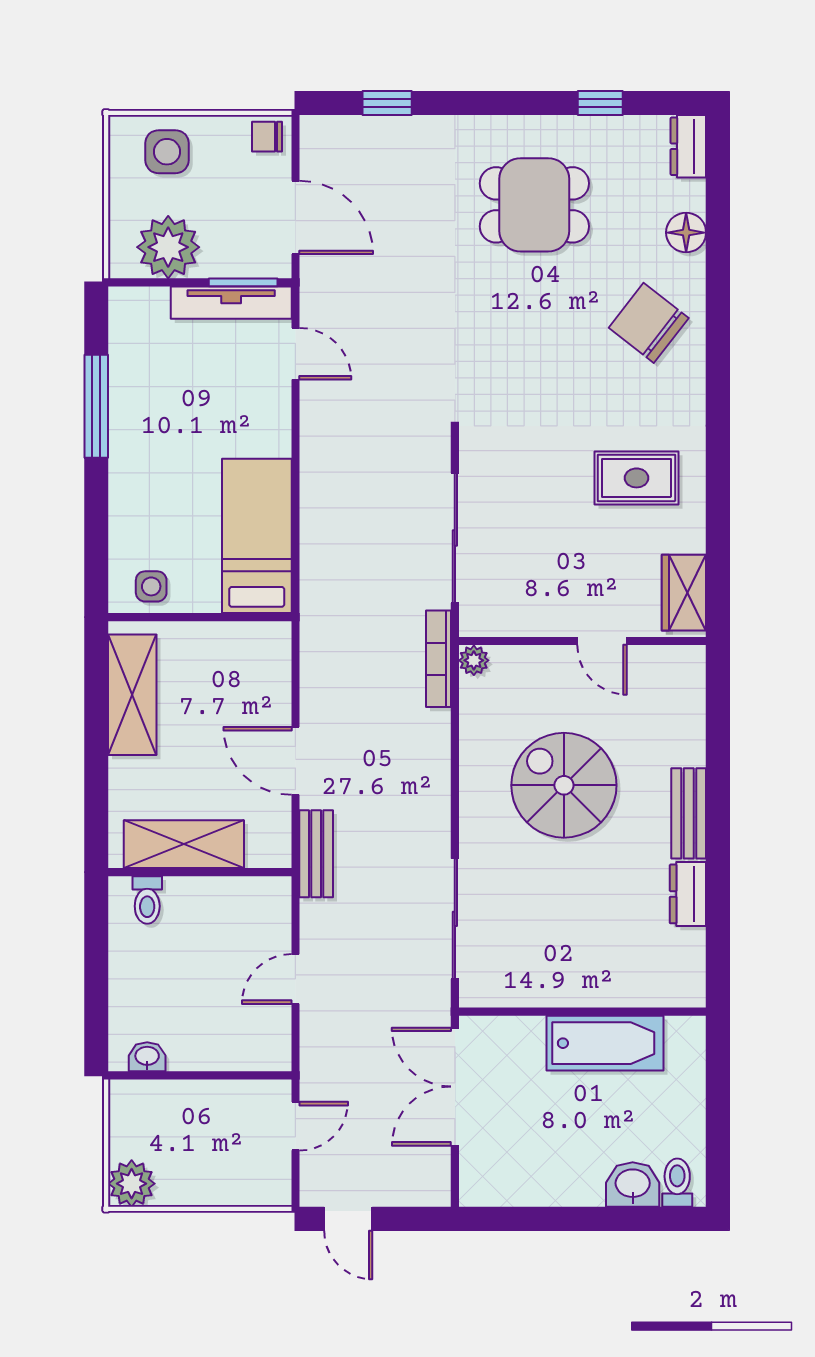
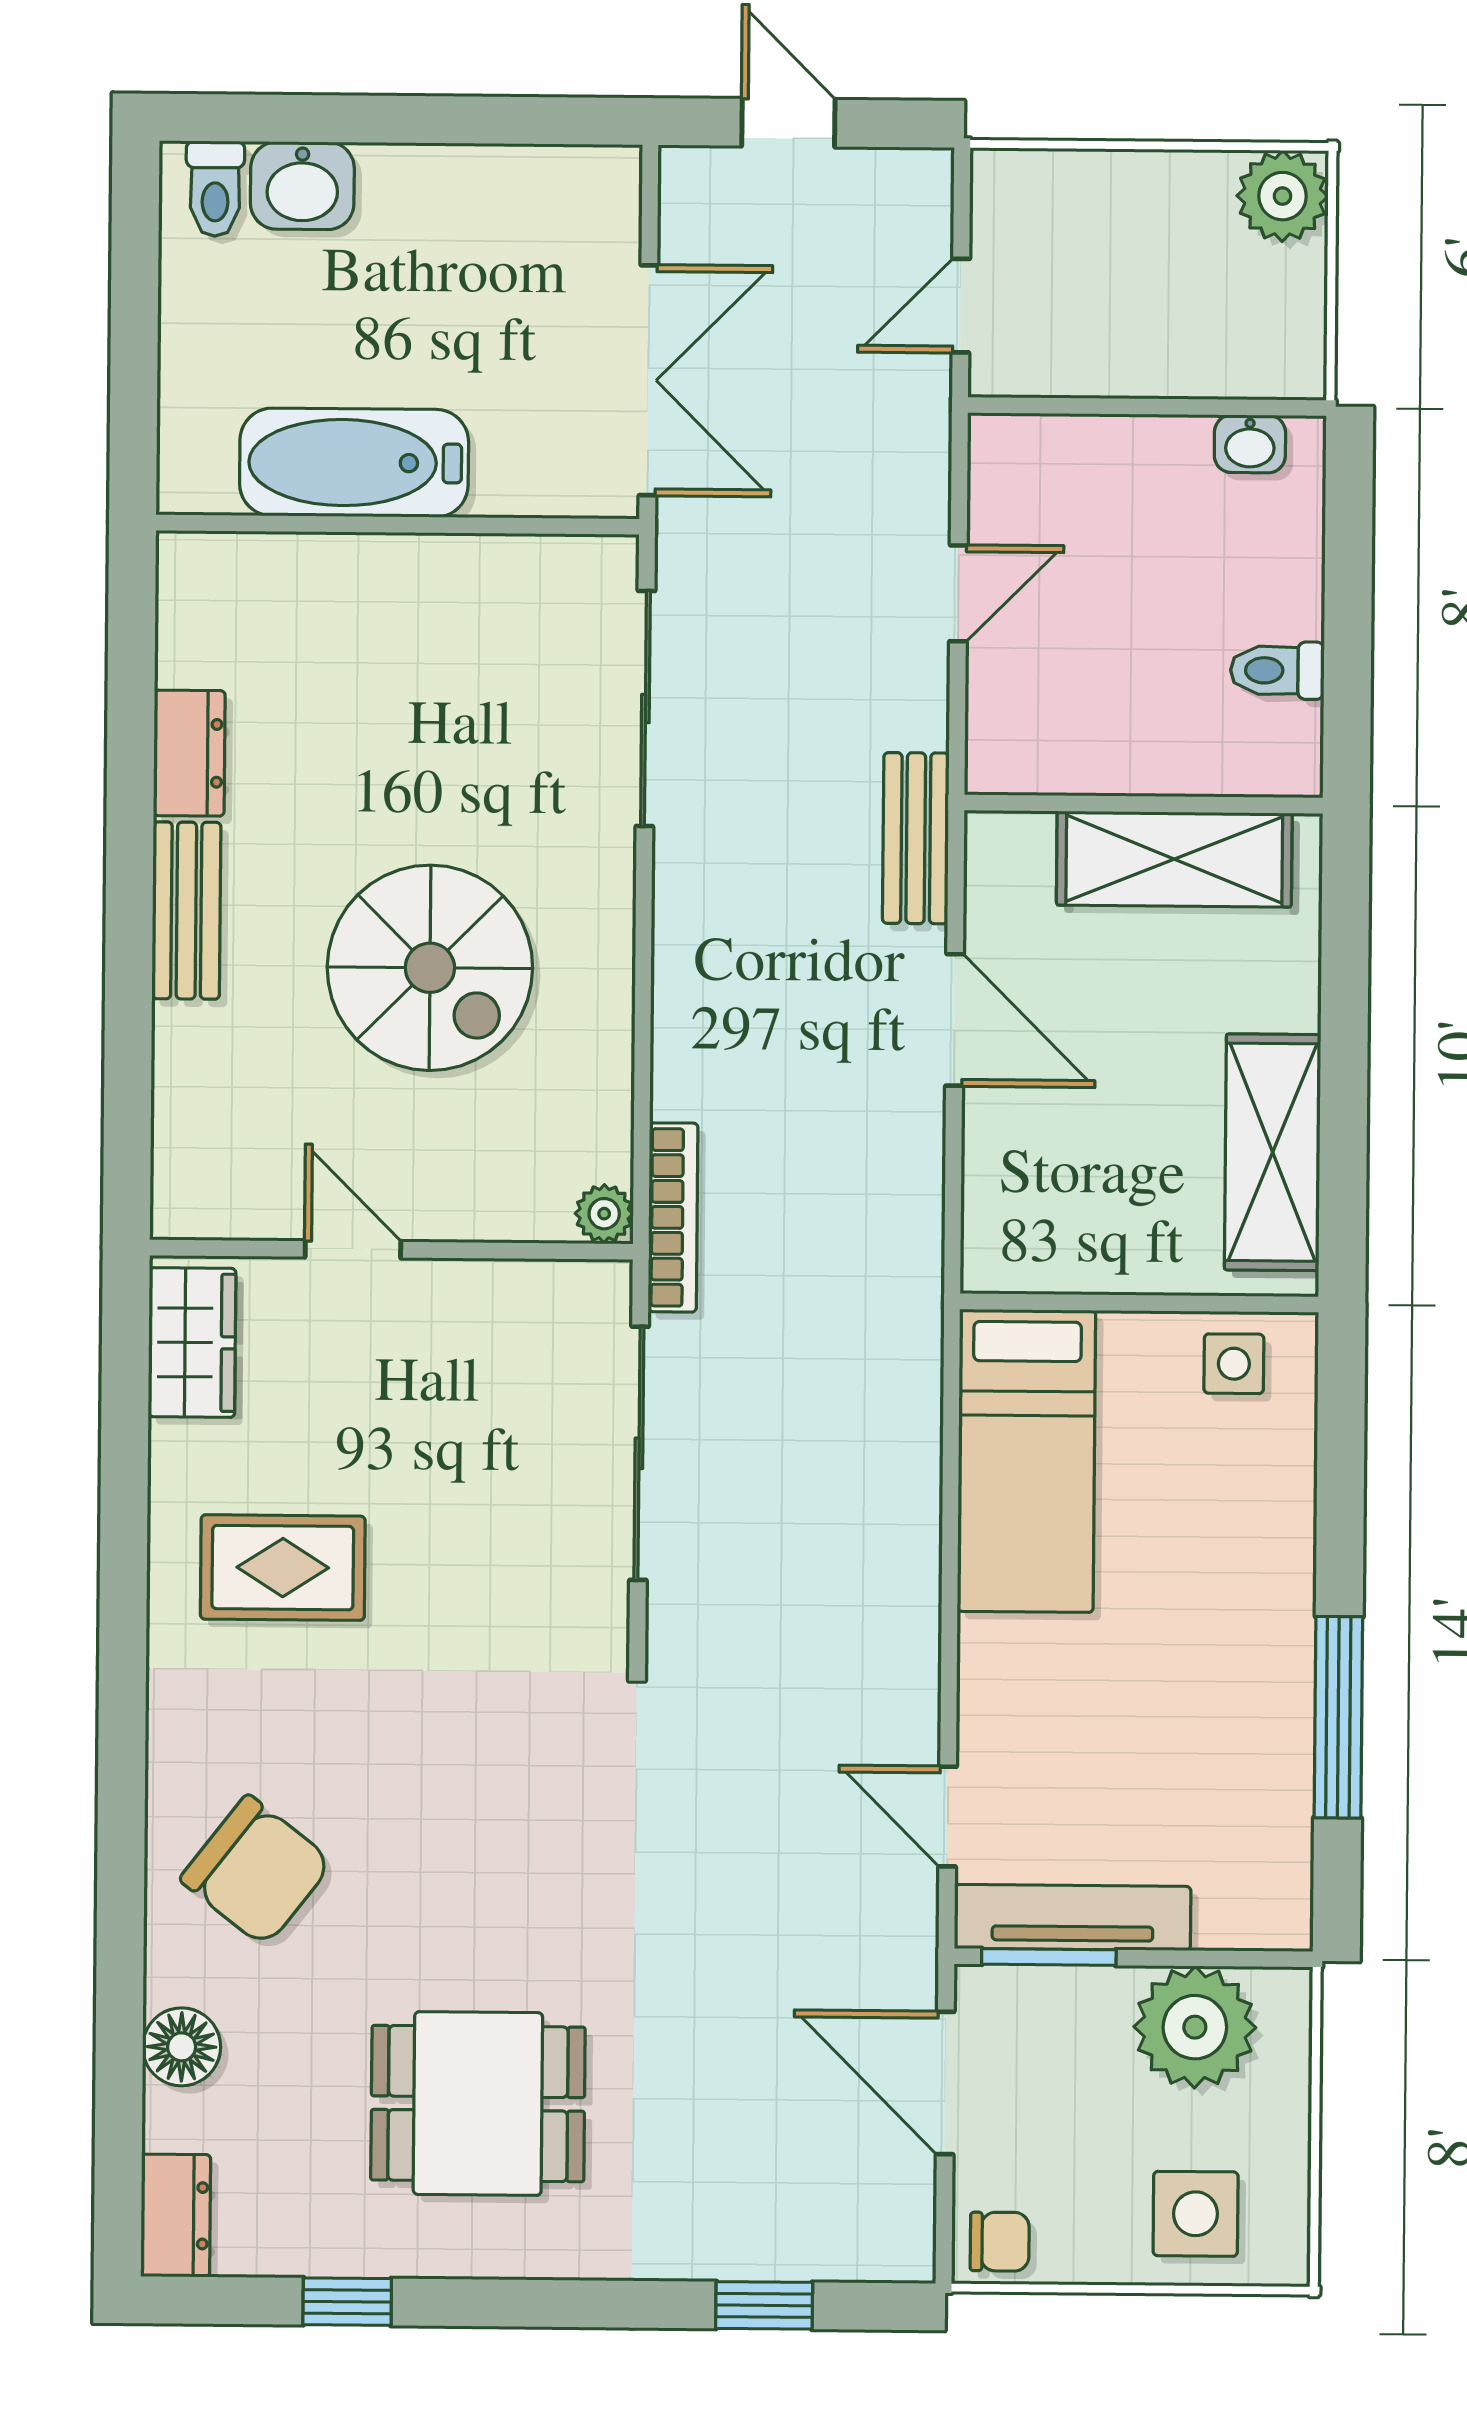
toilet: (147, 900) -> (1277, 670), moved, turned -90
door: (348, 1219) -> (788, 123), moved

